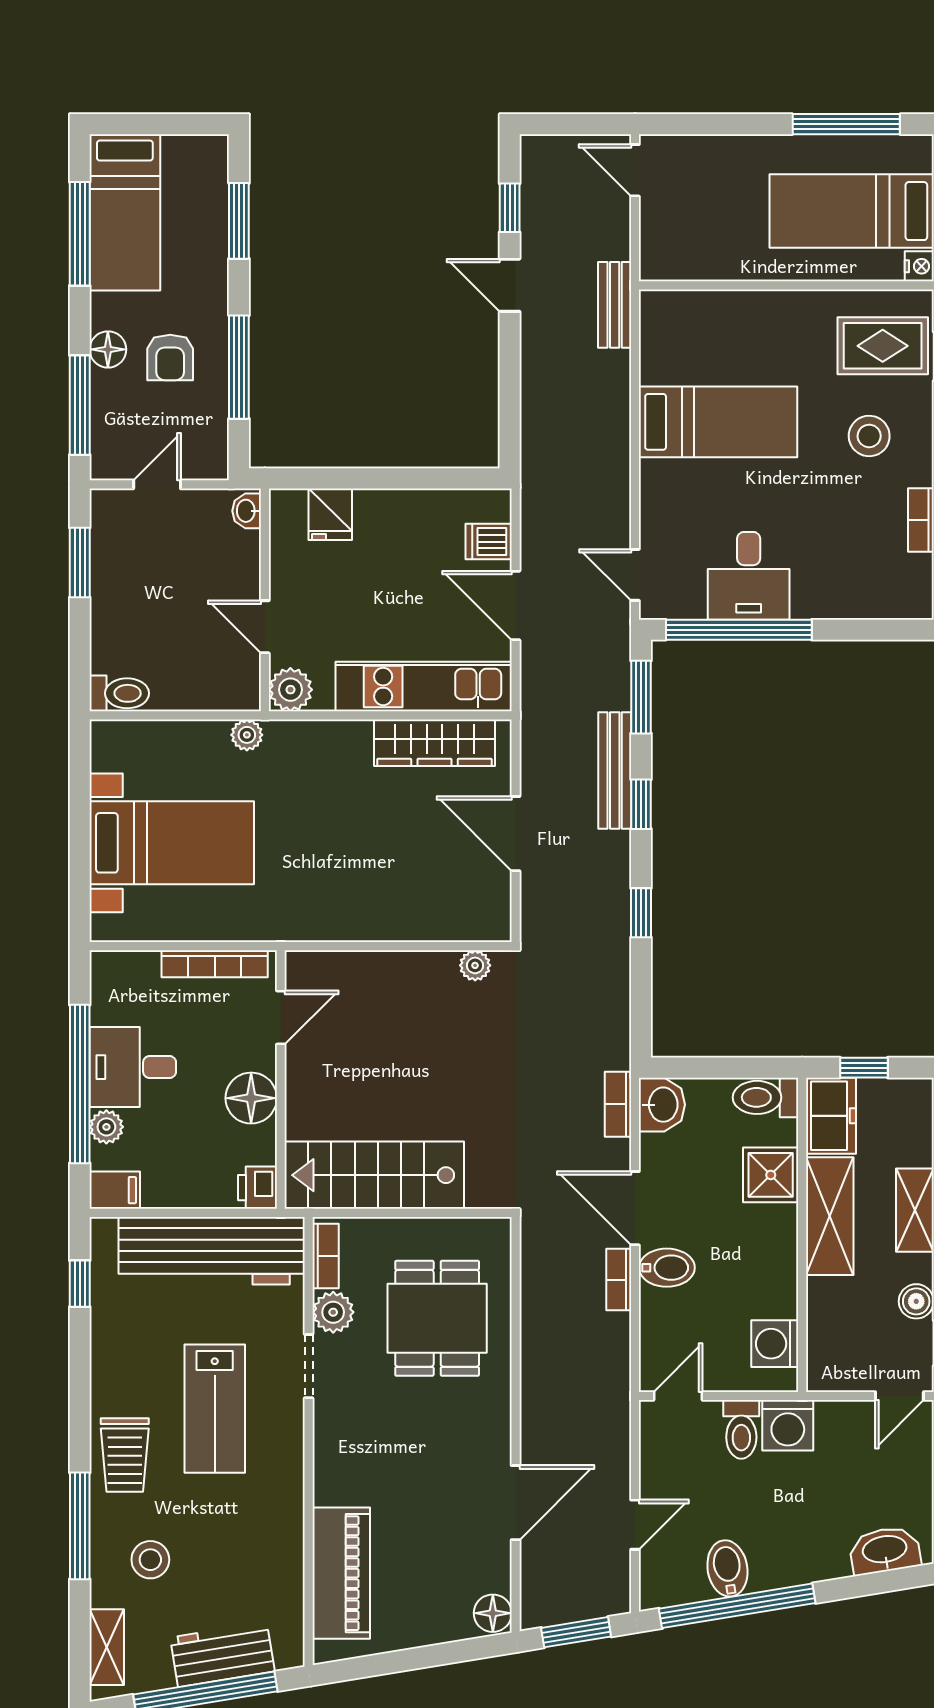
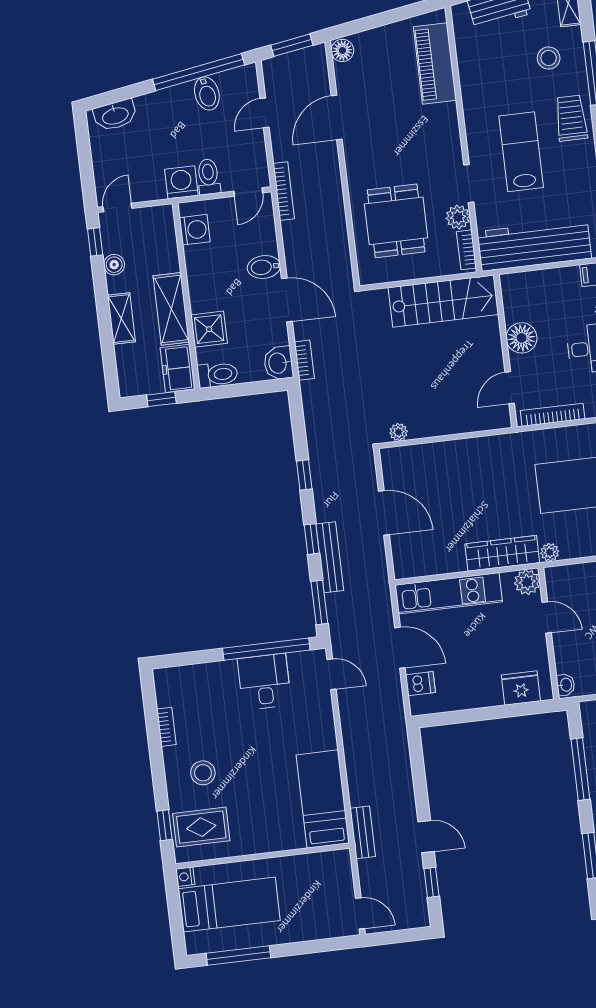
bed: (718, 422) -> (323, 799), moved, turned 90
fridge: (330, 514) -> (521, 688), width x1.38
wardrobe: (434, 743) -> (502, 553), moved
printer: (257, 1188) -> (511, 285), removed
bookcase: (619, 1280) -> (284, 191), moved, width x1.56

